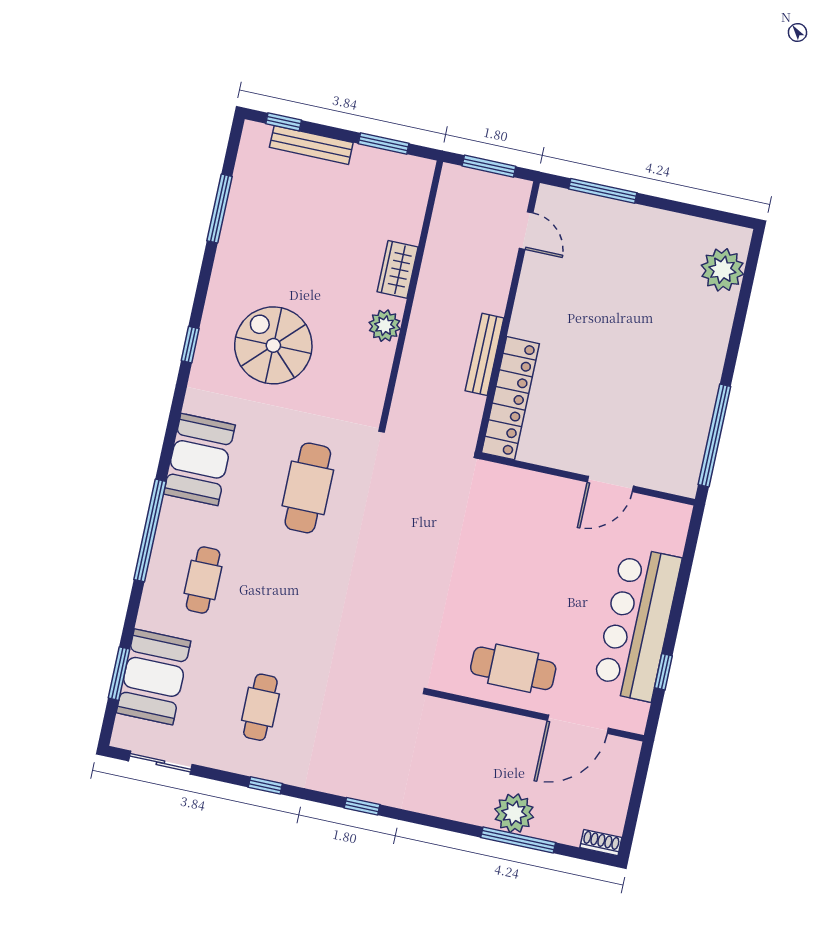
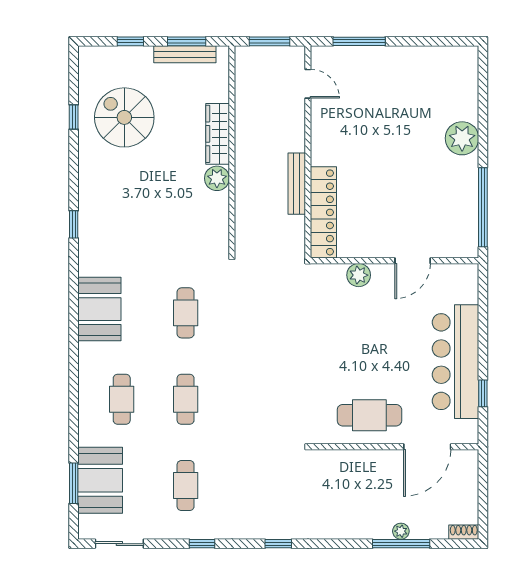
window: (284, 122) -> (130, 41), moved
bench: (311, 145) -> (185, 54), moved
window: (220, 209) -> (74, 117), width x0.46
wardrobe: (398, 269) -> (218, 134), width x1.50
plant: (722, 270) -> (462, 138), moved
spiral stairs: (273, 345) -> (124, 117), moved
plant: (538, 487) -> (359, 275), added
cafe table: (308, 488) -> (186, 313), width x0.73, depth x0.74
window: (150, 530) -> (74, 371), removed
cafe table: (284, 598) -> (186, 399), added
plant: (514, 813) -> (401, 531), width x0.53, depth x0.53

